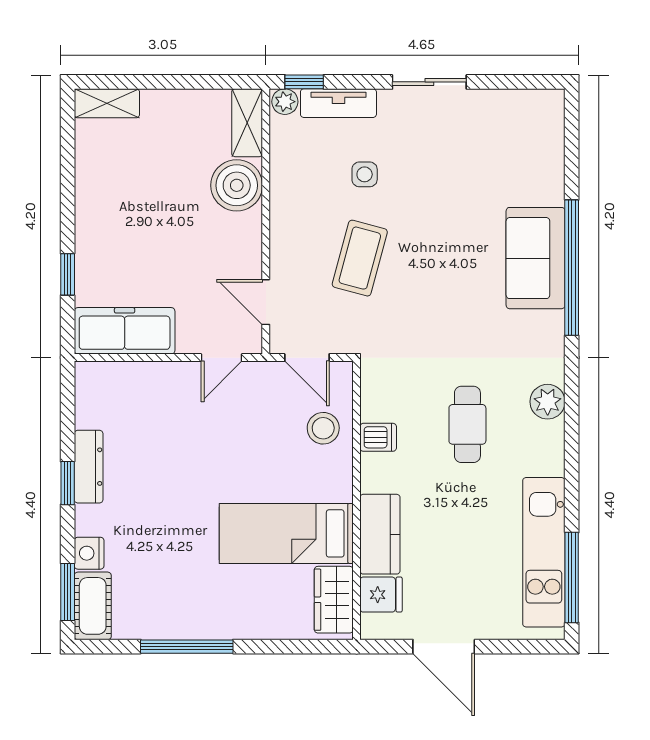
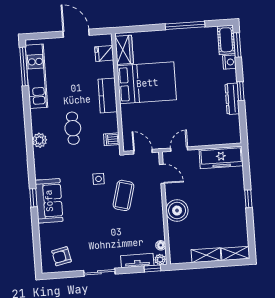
shelving: (247, 123) -> (206, 255), moved, turned 90
armchair: (515, 126) -> (62, 256), added
floor lamp: (281, 135) -> (161, 245), added
side table: (365, 174) -> (99, 179), moved
boiler: (237, 185) -> (177, 211), moved
window: (572, 268) -> (33, 198), width x0.32
window: (68, 274) -> (248, 199), moved
stool: (323, 428) -> (134, 122), removed
dishwasher: (378, 437) -> (112, 139), moved
bed: (286, 533) -> (147, 83), width x1.50
kitchen counter: (380, 534) -> (108, 96), moved

